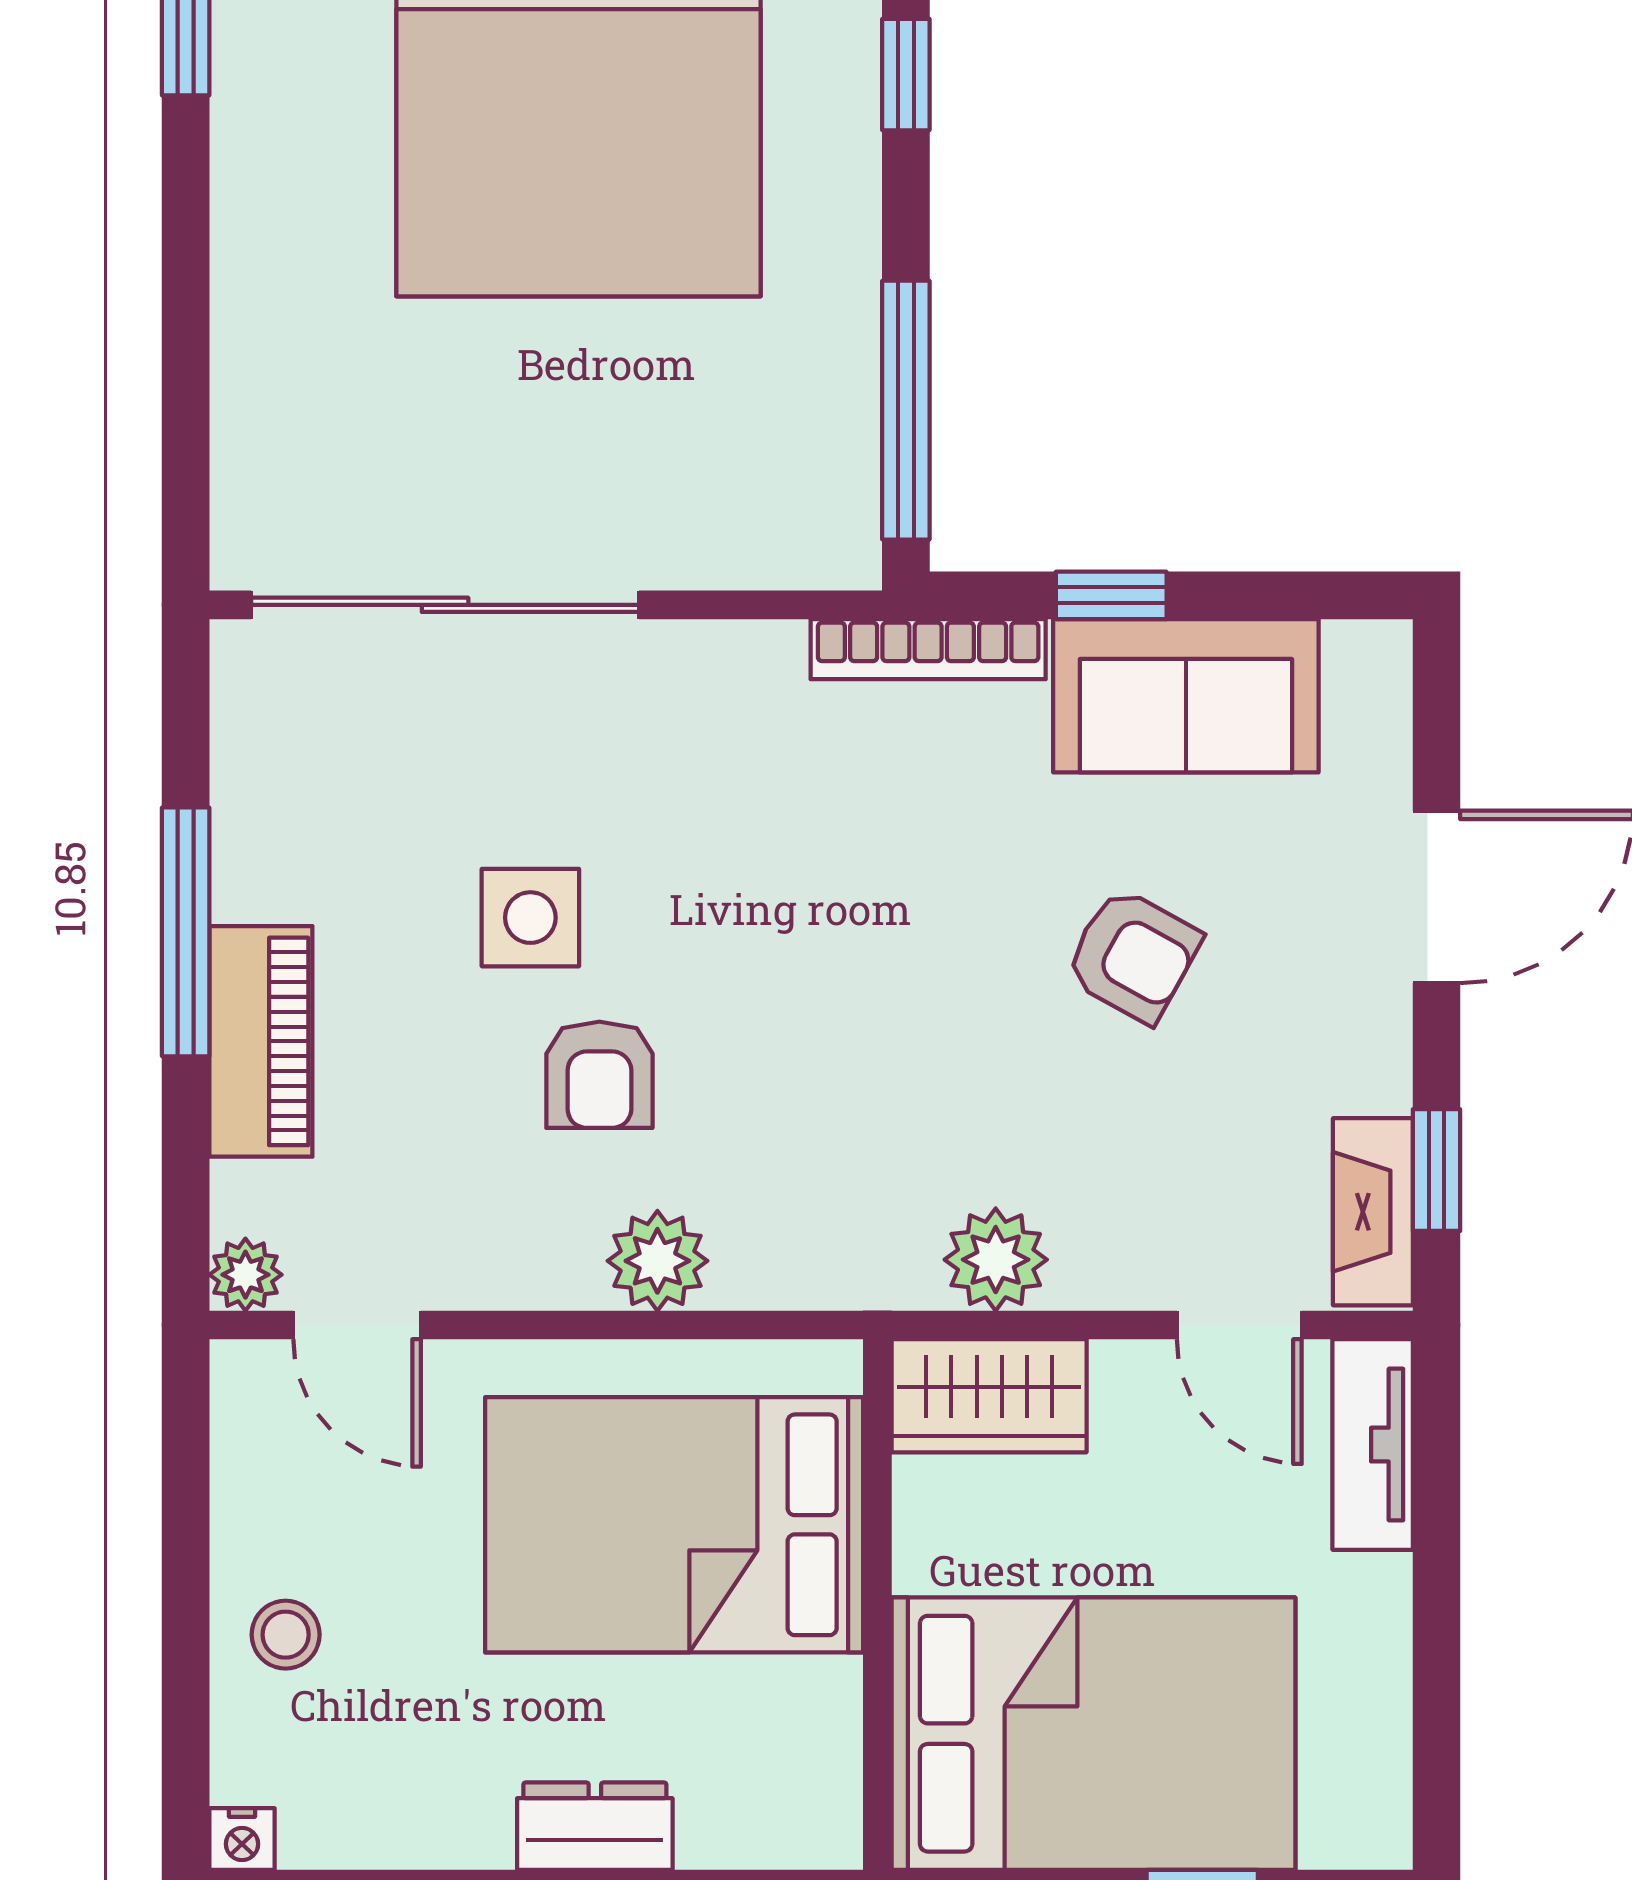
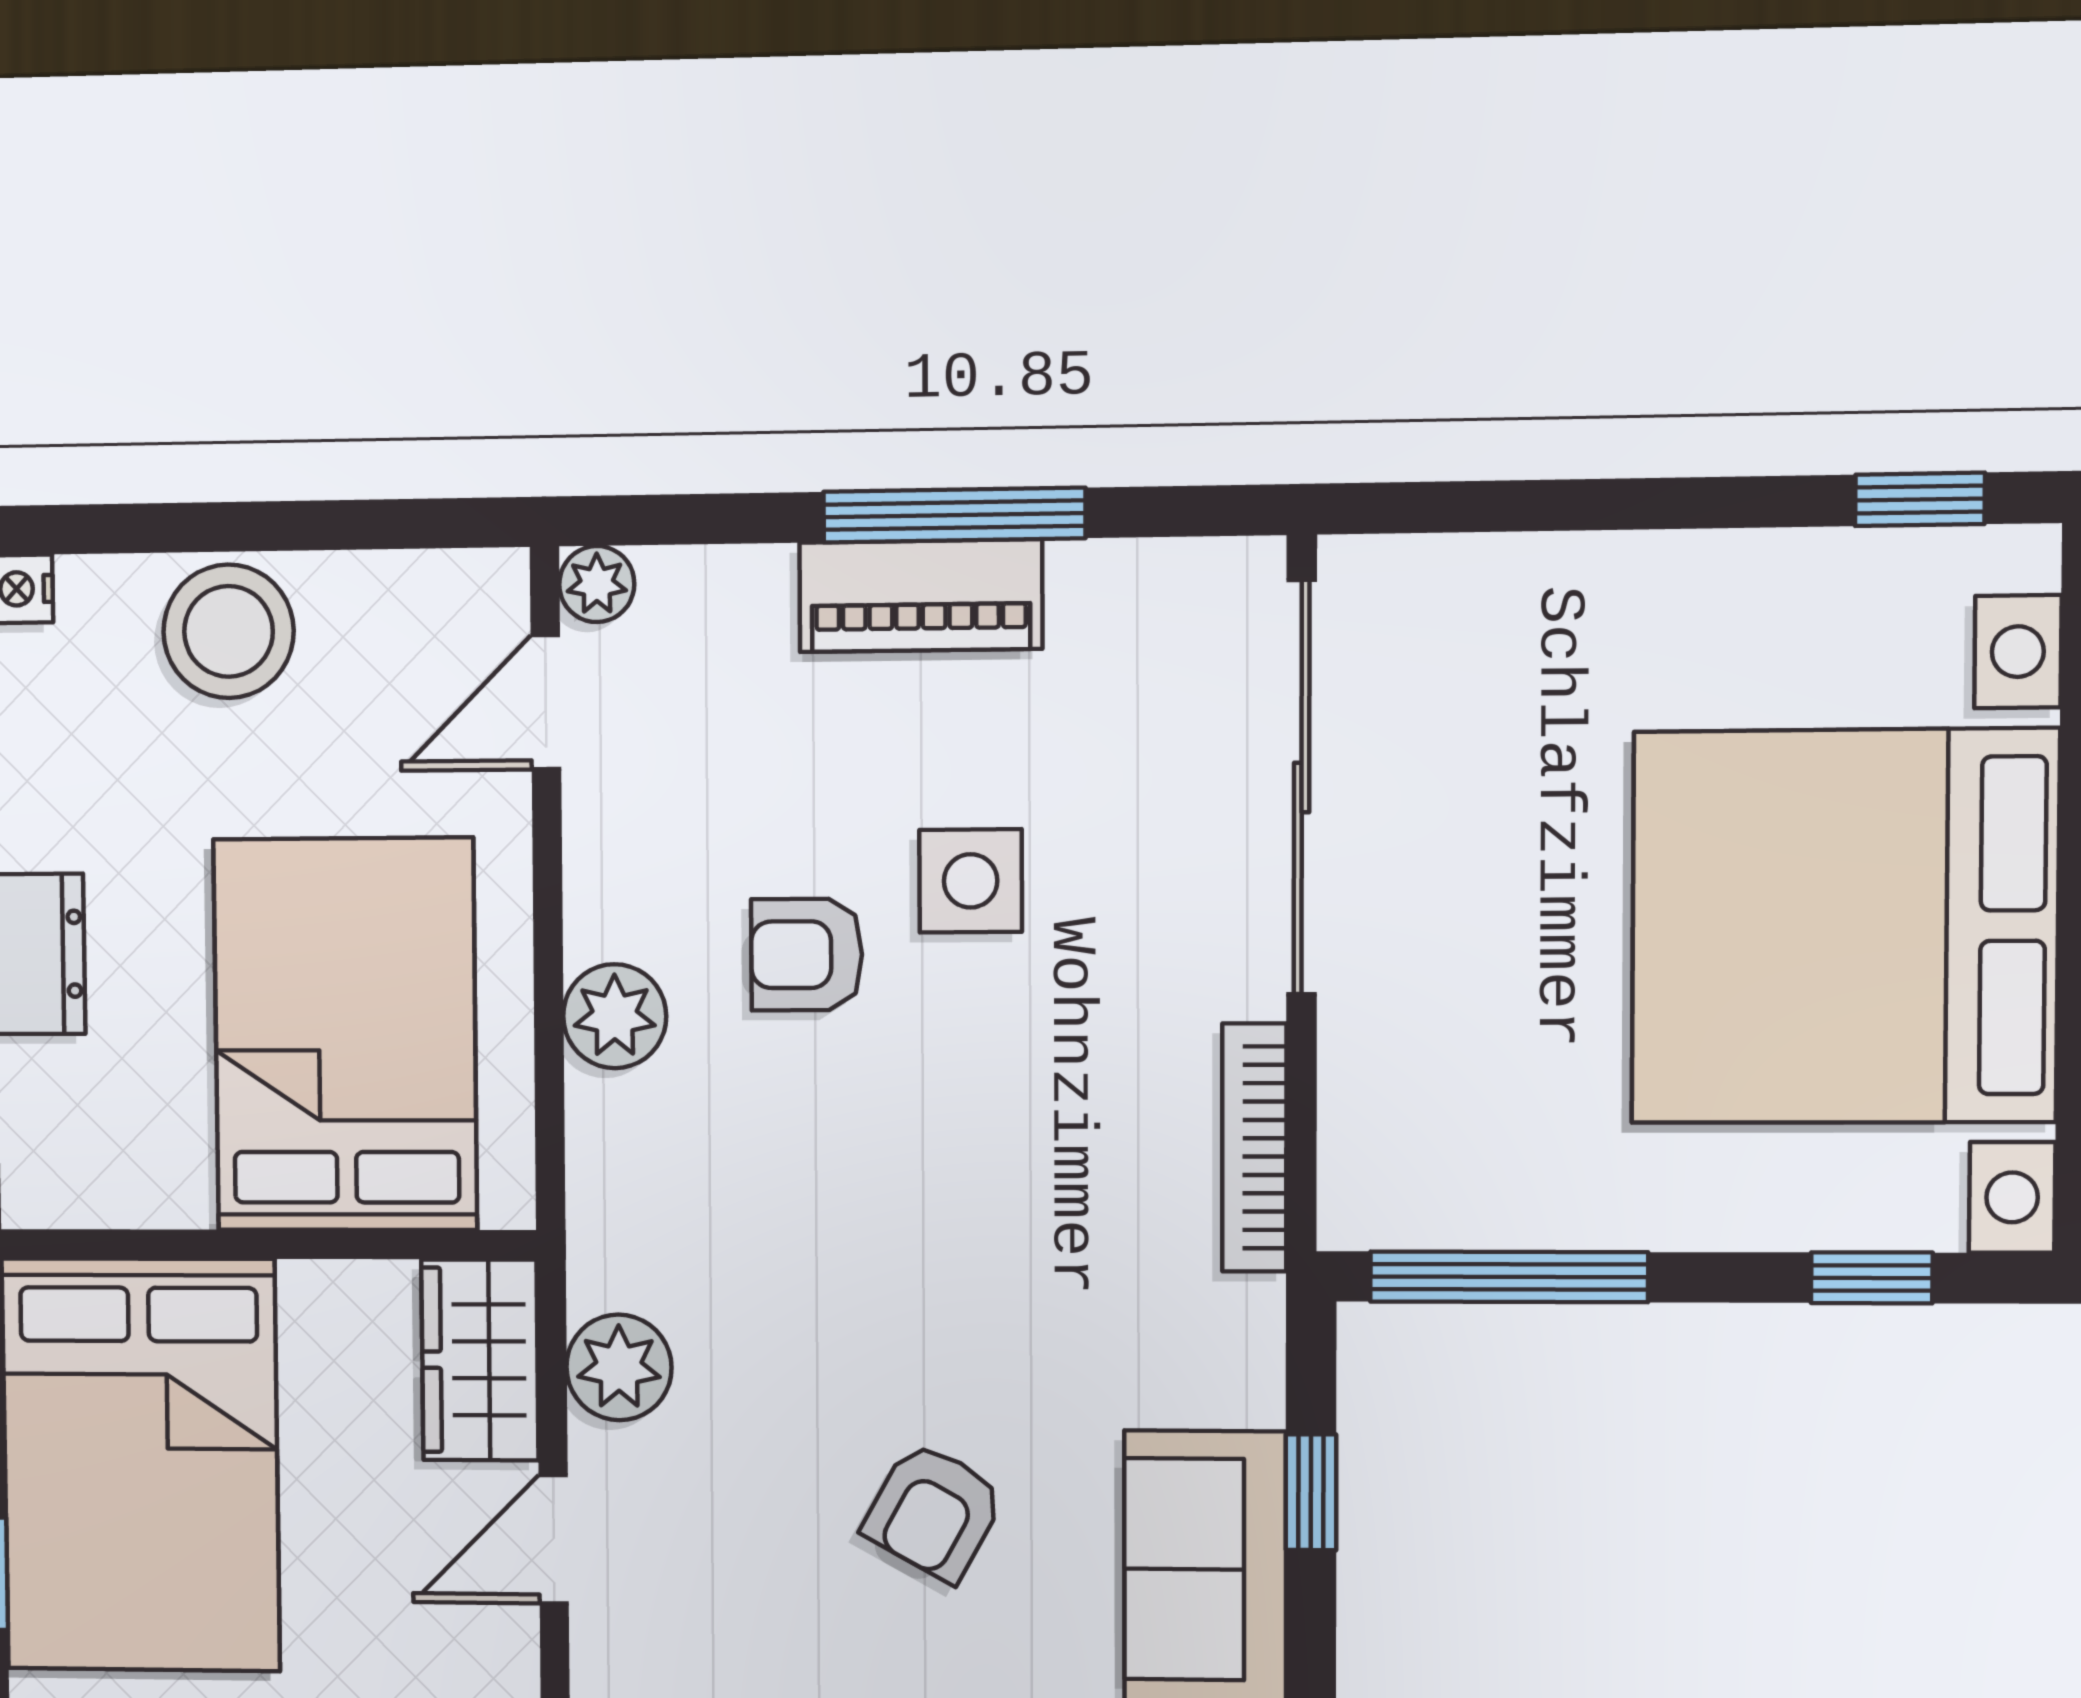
bookcase: (928, 649) -> (1254, 1148), moved
piano: (261, 1041) -> (921, 596), moved
door: (1239, 1325) -> (554, 1539), moved
stool: (286, 1635) -> (229, 631), width x1.89, depth x1.89

